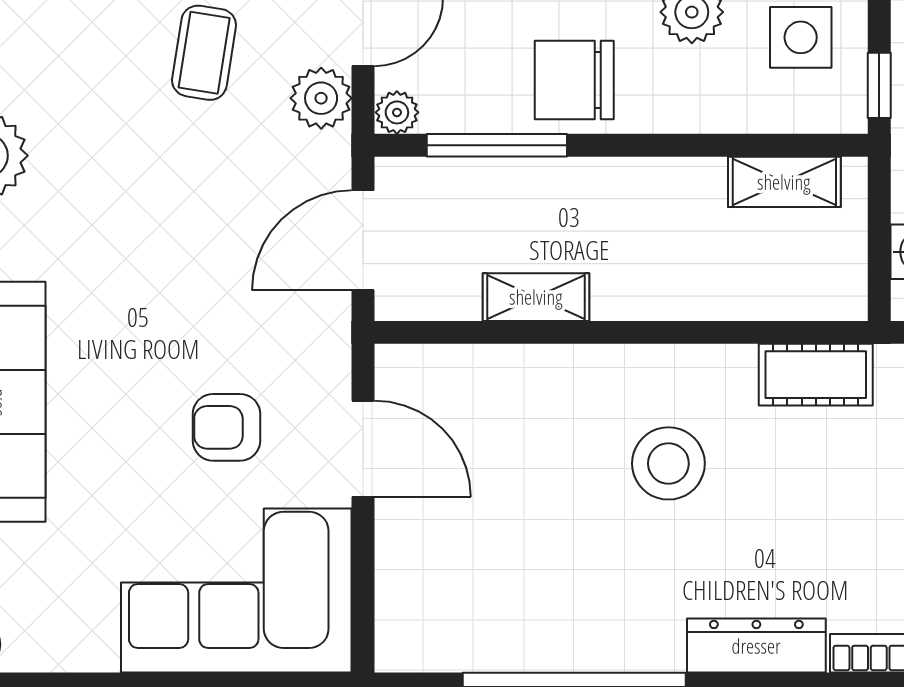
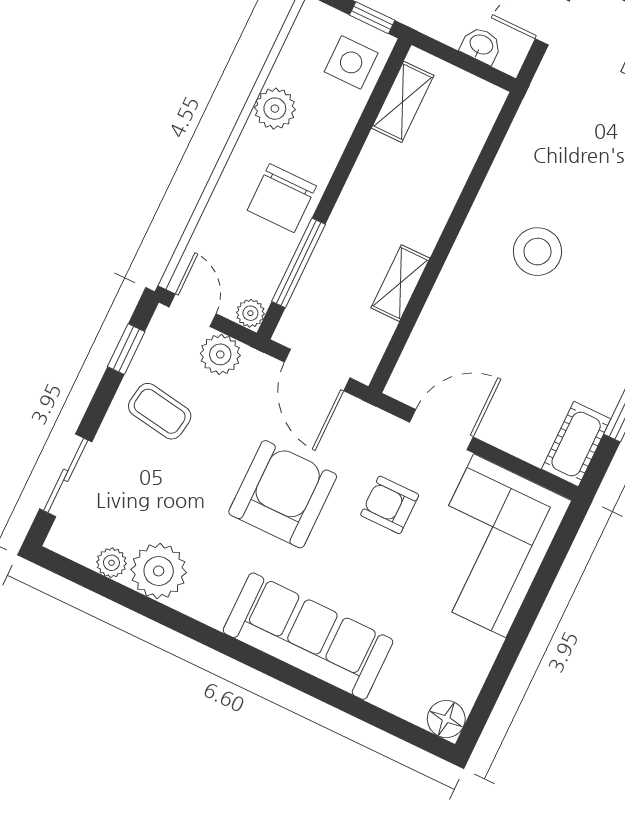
side table: (801, 37) -> (351, 62), moved
armchair: (171, 275) -> (283, 494), added
cot: (816, 375) -> (576, 444), moved
armchair: (226, 427) -> (390, 505), turned 90

